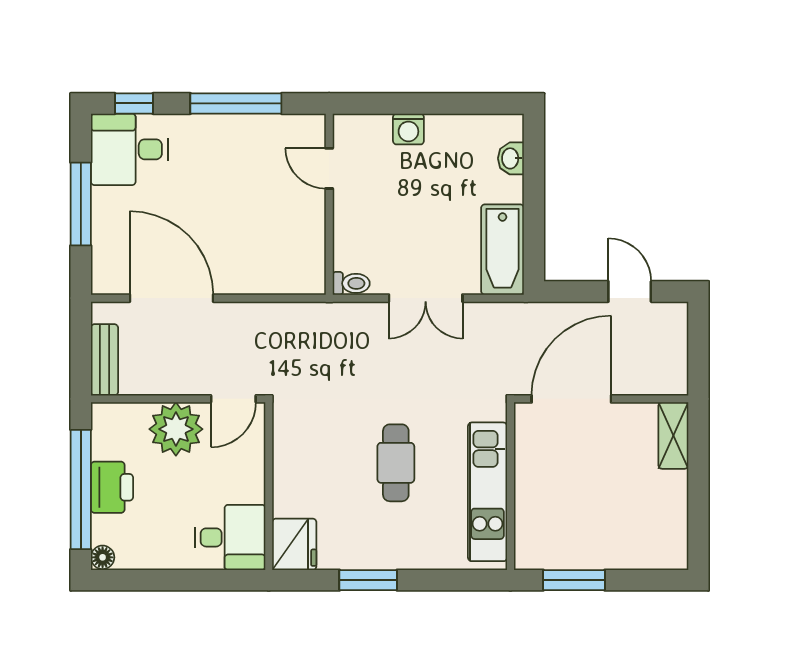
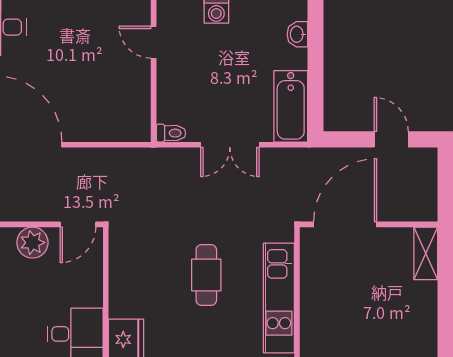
plant: (176, 429) -> (32, 243), width x0.73, depth x0.73

